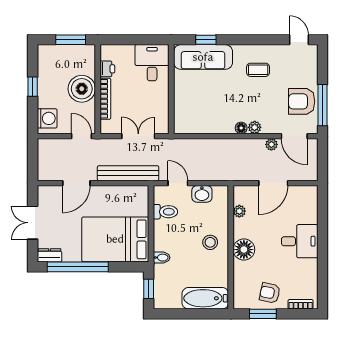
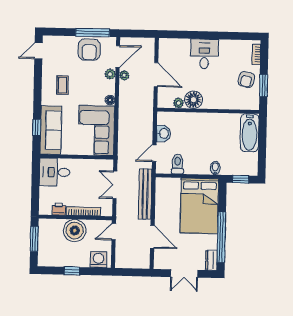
corner sofa: (204, 112) -> (96, 130), added
plant: (255, 127) -> (110, 74), moved
stool: (210, 242) -> (204, 128), removed
floor lamp: (244, 250) -> (194, 100), moved

